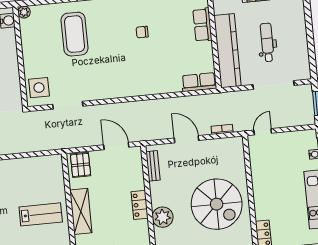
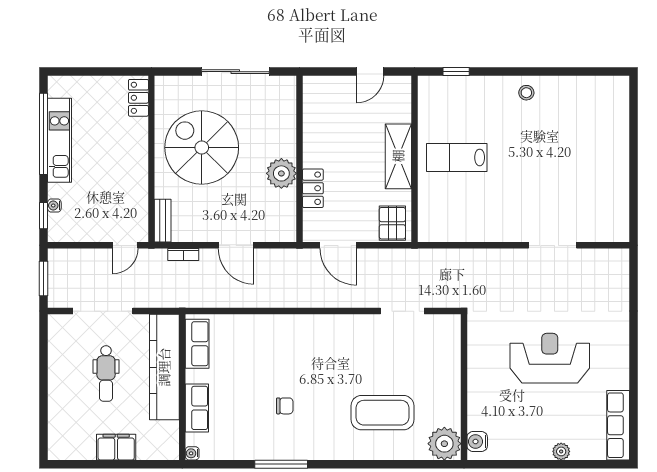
plant: (24, 12) -> (444, 444), width x1.88, depth x1.88
coffee table: (75, 34) -> (382, 413), turned 90
row of seats: (199, 82) -> (197, 344), moved, turned -90
side table: (39, 88) -> (441, 340), removed
bench: (153, 166) -> (163, 221), moved
locker: (140, 205) -> (313, 188), moved
plant: (163, 217) -> (281, 173), moved

